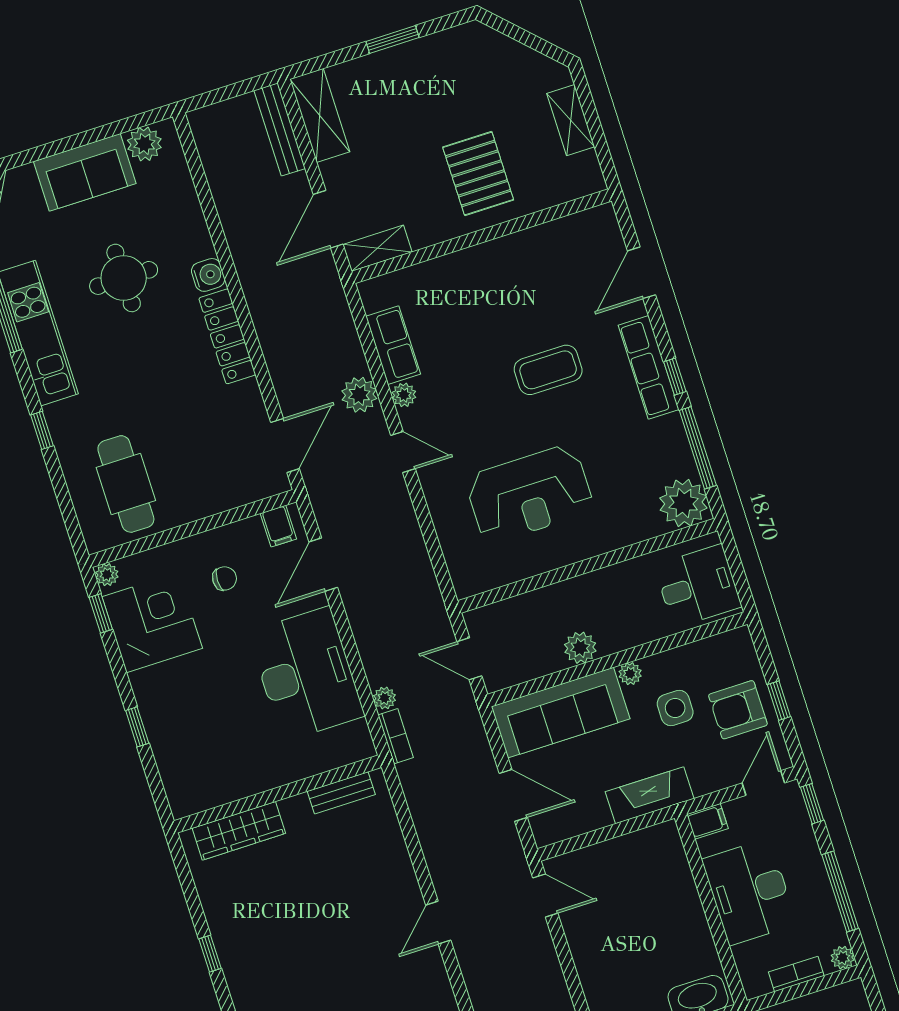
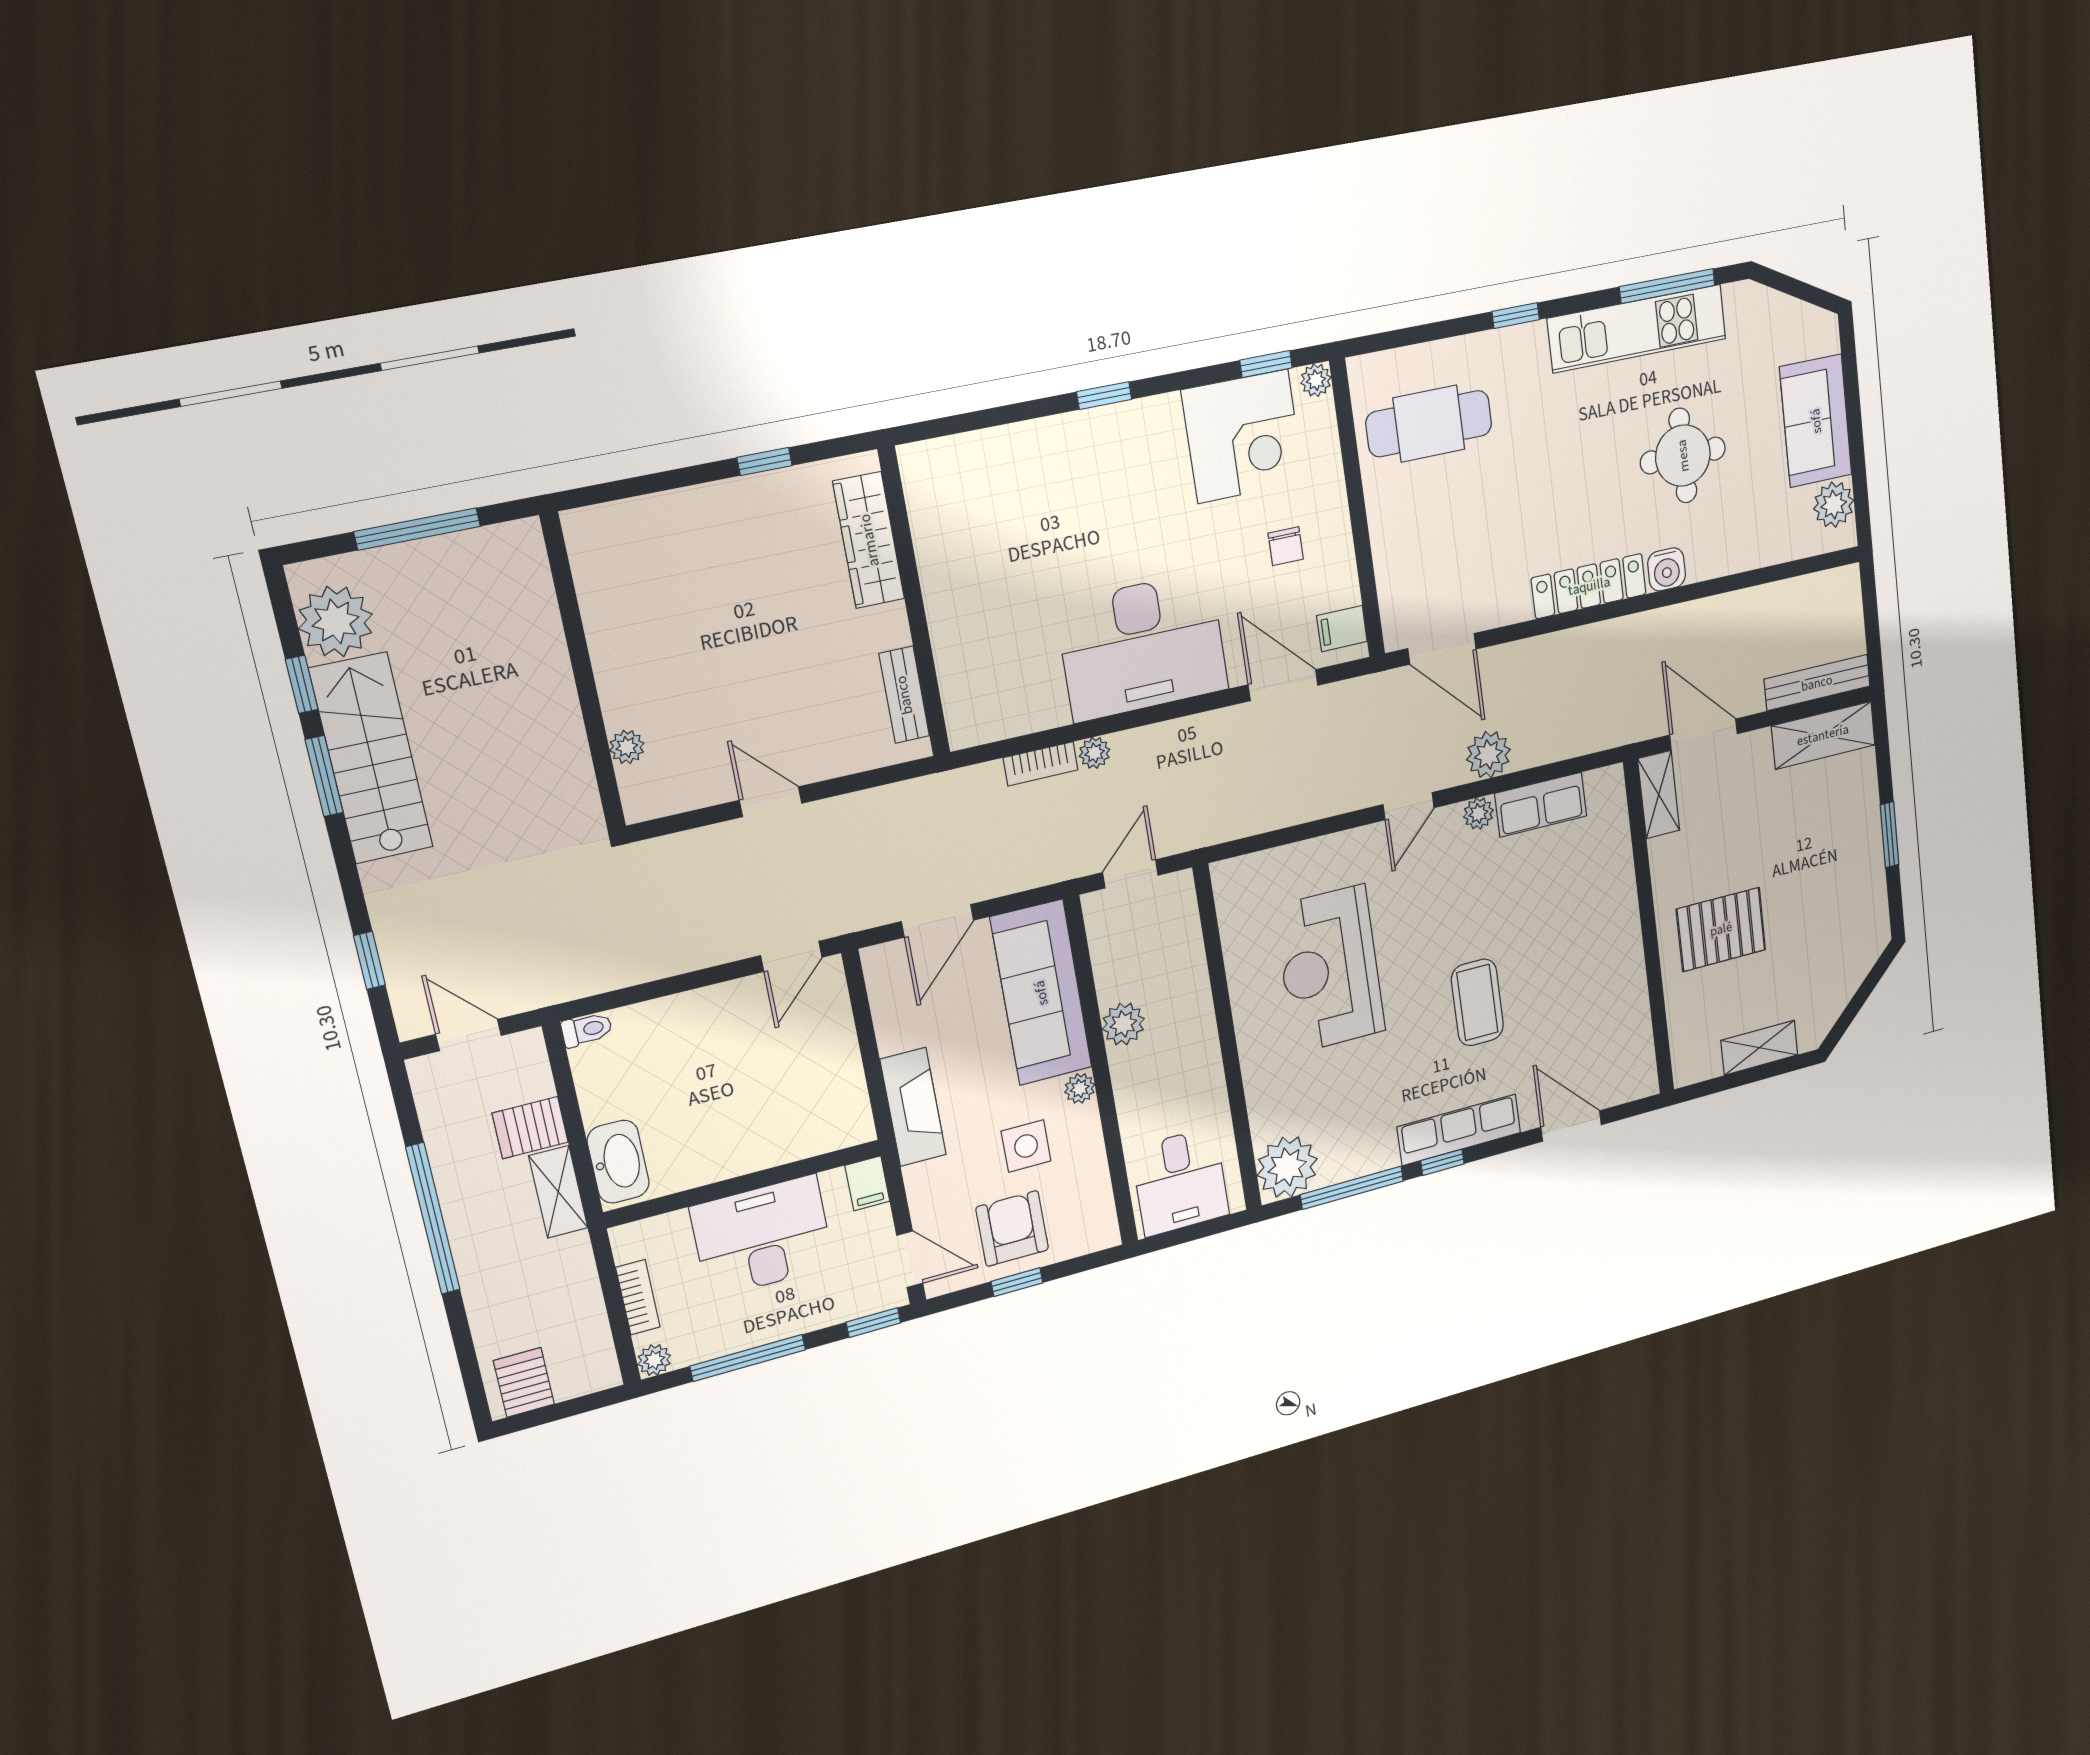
bench: (341, 793) -> (904, 695), moved
wall: (278, 794) -> (914, 603), moved
wardrobe: (239, 831) -> (869, 540), moved

